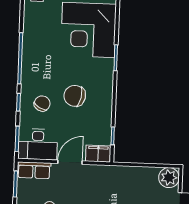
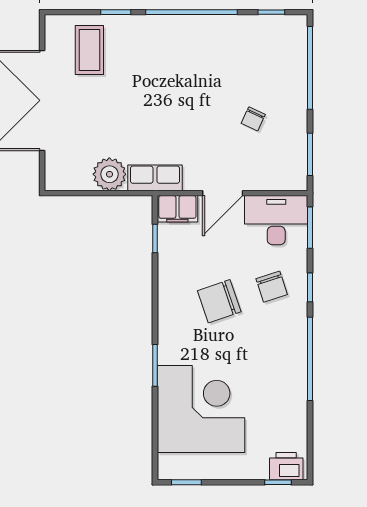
chair: (75, 96) -> (219, 301), turned 150
chair: (42, 103) -> (272, 287), turned -48
row of seats: (34, 170) -> (155, 178), moved
plant: (169, 178) -> (109, 174), moved

